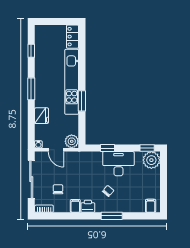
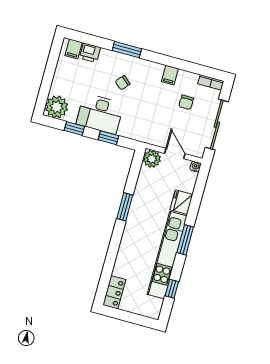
kitchen unit: (72, 82) -> (167, 255), moved, turned 180
window: (147, 148) -> (74, 128), moved
printer: (88, 206) -> (90, 53), moved

